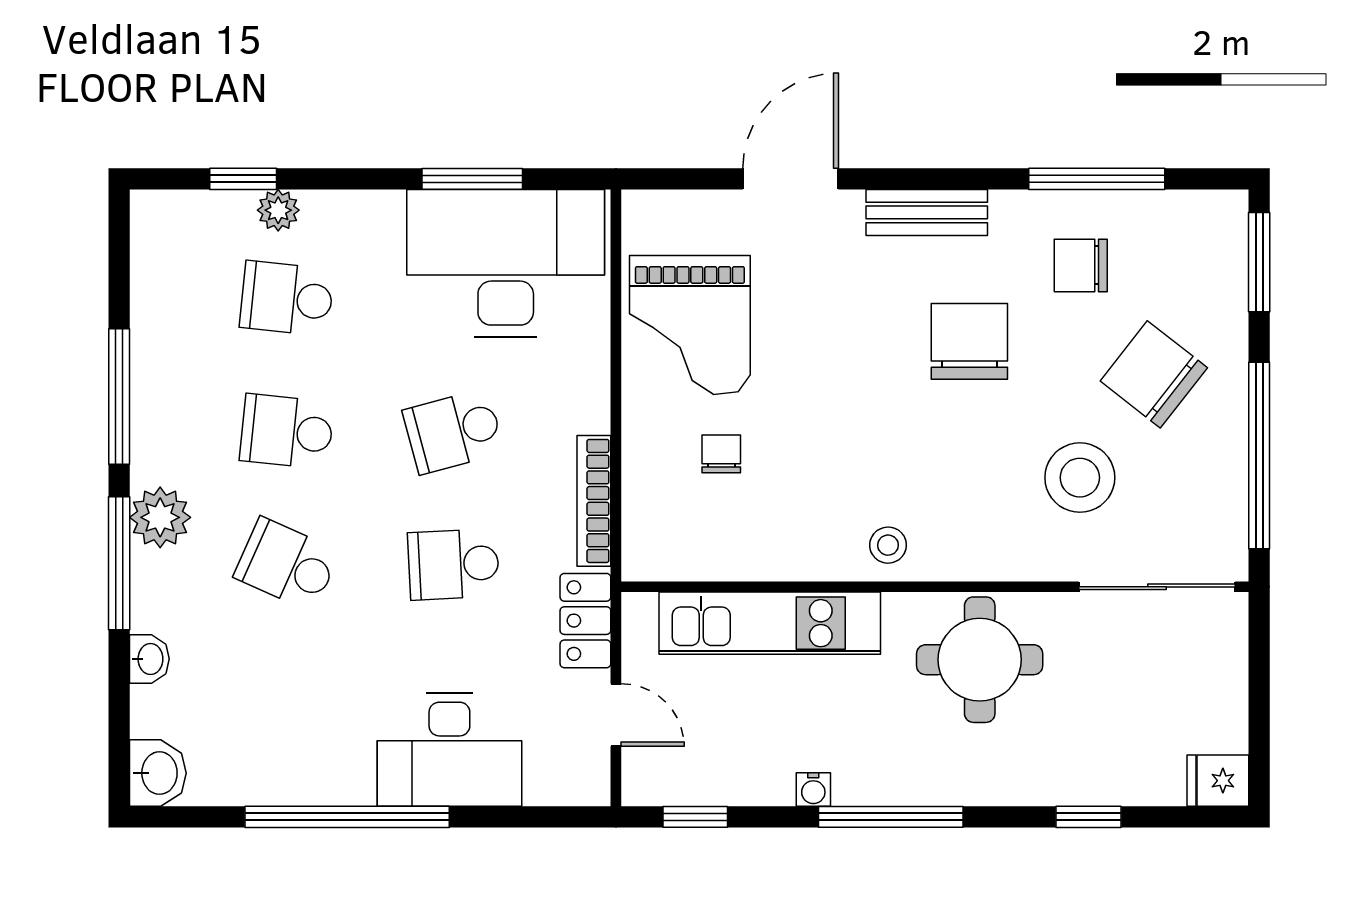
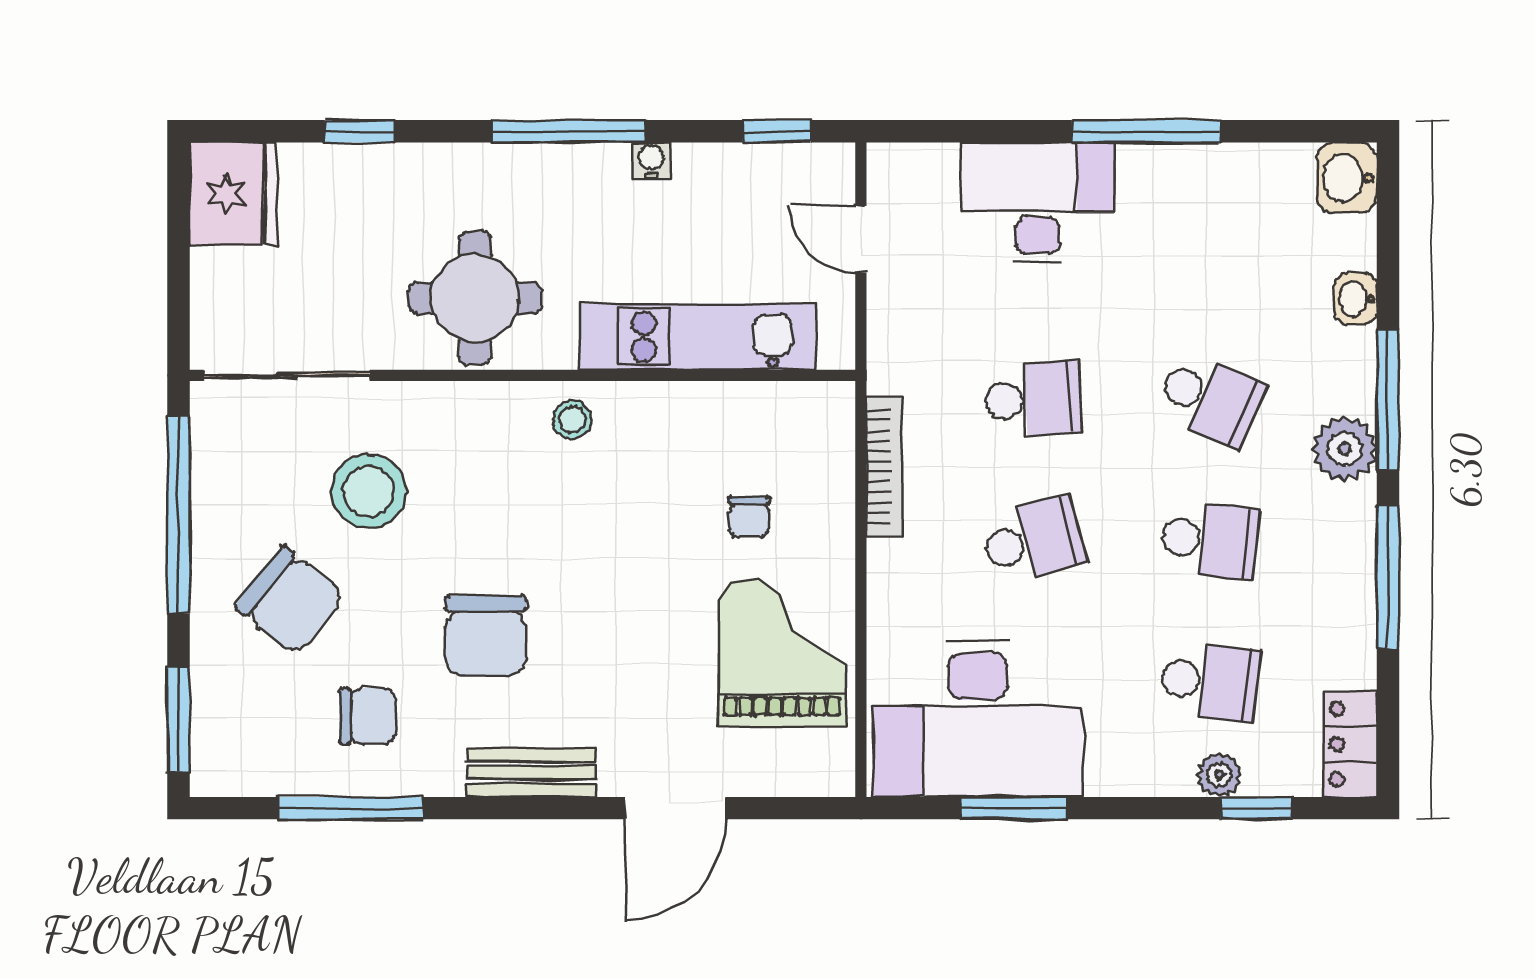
locker: (585, 621) -> (1350, 744), moved, turned 180
fridge: (1218, 781) -> (233, 194), width x1.88, depth x1.34
window: (347, 817) -> (1146, 131), width x0.68

